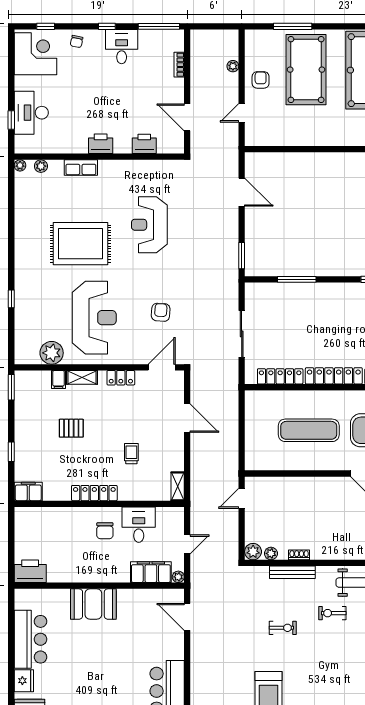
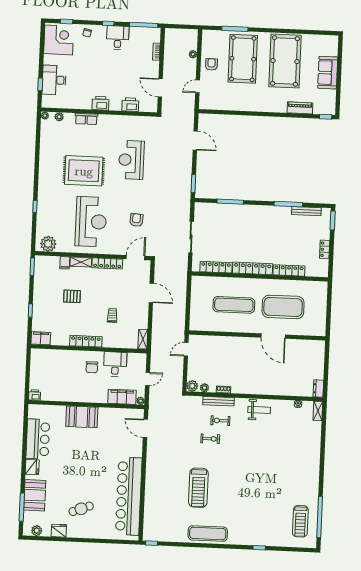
plant: (52, 353) -> (48, 244), moved
locker: (121, 378) -> (107, 263), width x1.53
printer: (30, 571) -> (35, 395), width x0.53, depth x0.68
exercise bike: (332, 613) -> (220, 421), moved

